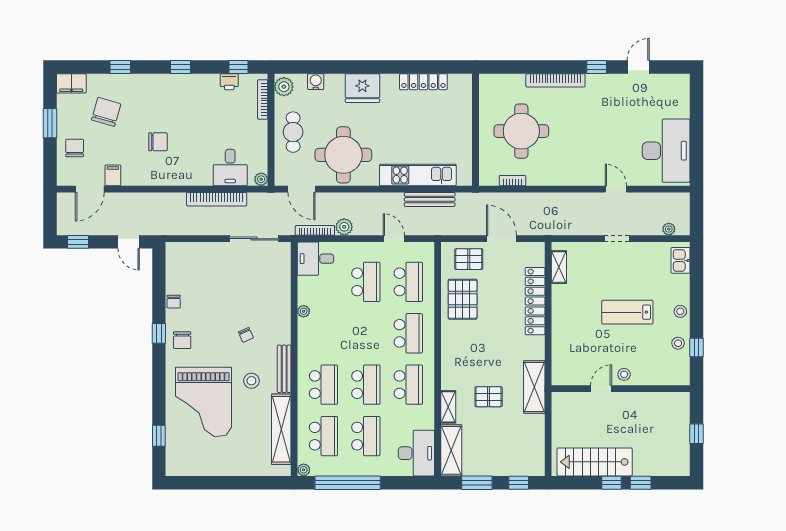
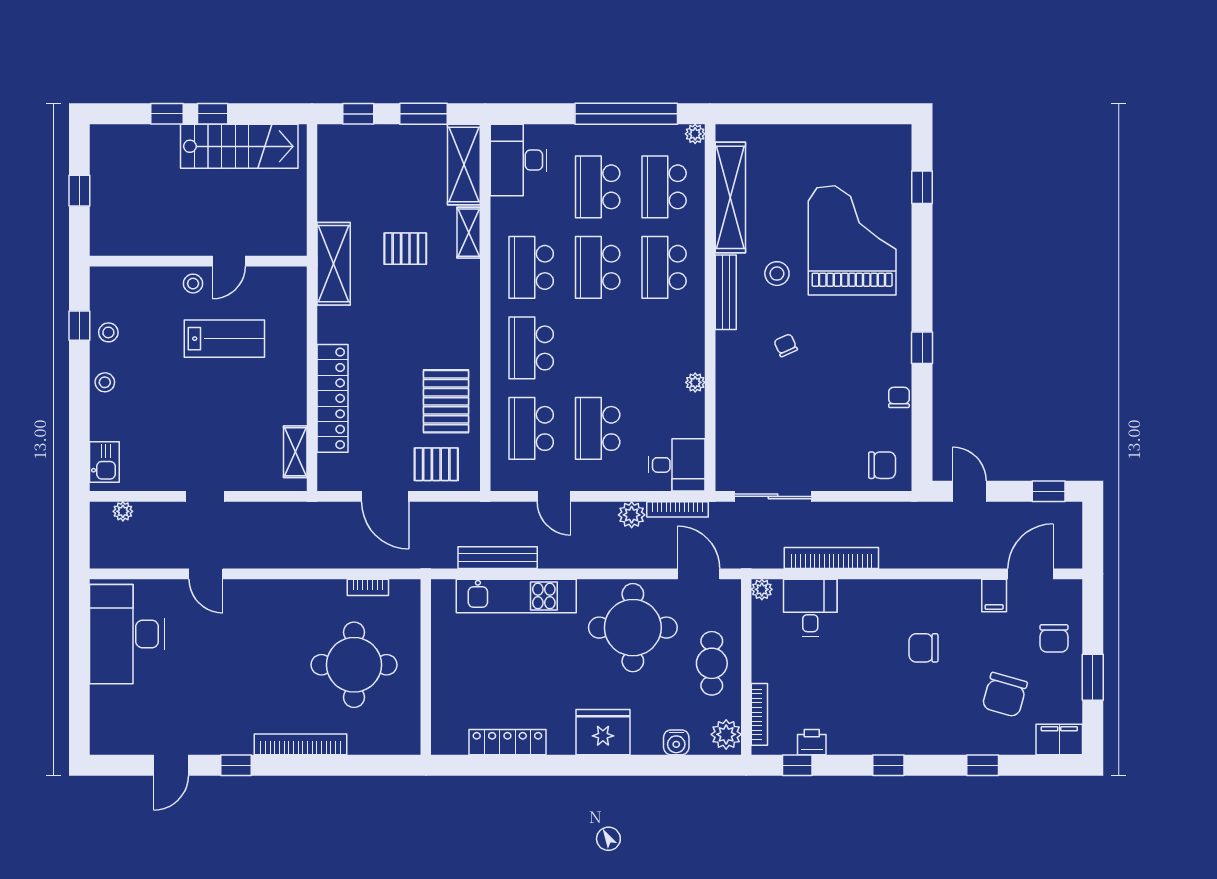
lab bench: (627, 312) -> (224, 339), moved
chair: (182, 340) -> (882, 465), moved, turned 90

